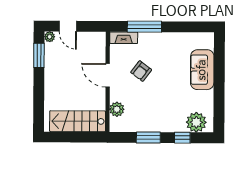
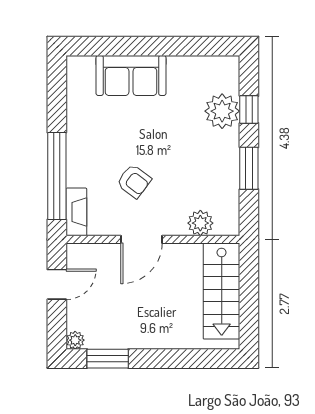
door: (68, 26) -> (57, 284), moved
window: (144, 27) -> (57, 176), width x1.46
plant: (196, 122) -> (222, 111), moved

